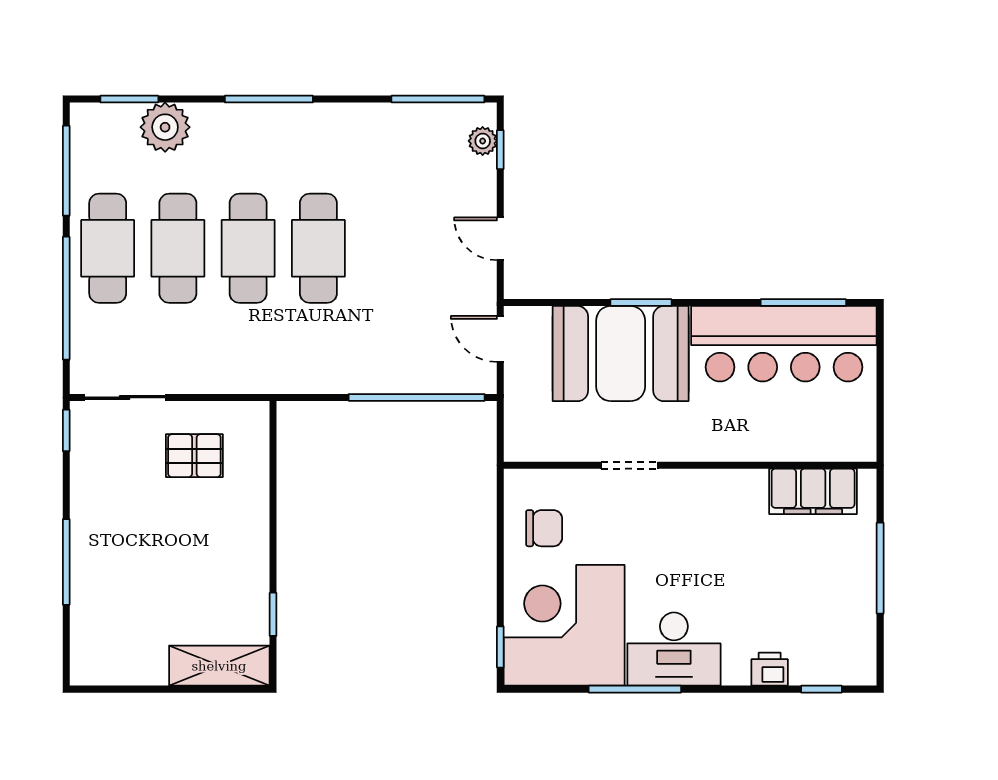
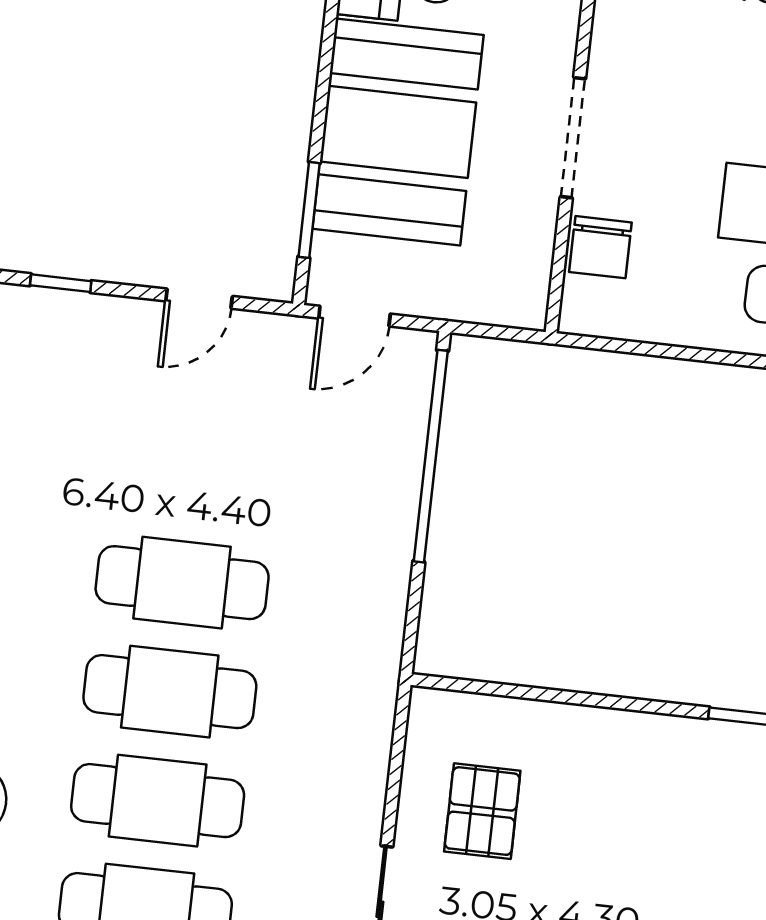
plant: (483, 141) -> (44, 309), removed
window: (641, 303) -> (309, 210), moved
doorway: (629, 465) -> (573, 138), width x1.38
chair: (544, 528) -> (600, 247), moved, turned 180

